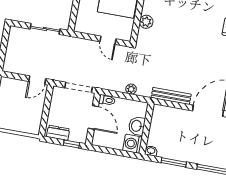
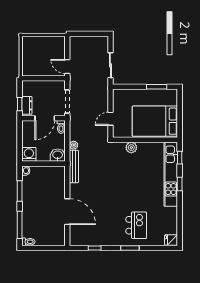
bench: (171, 96) -> (74, 167), moved
washbasin: (137, 126) -> (58, 155), moved
dresser: (58, 133) -> (27, 105), moved

